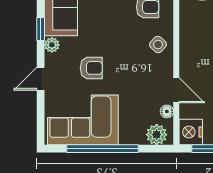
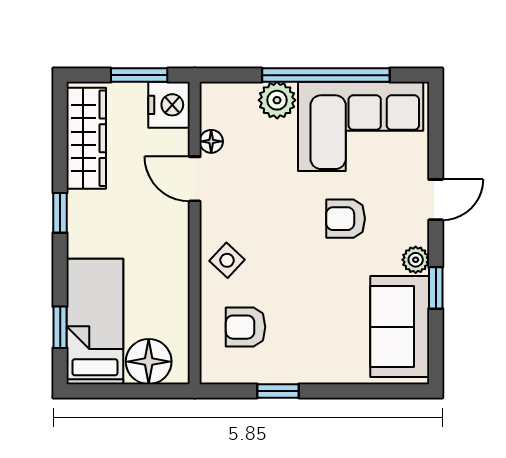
plant: (157, 135) -> (277, 100), moved

